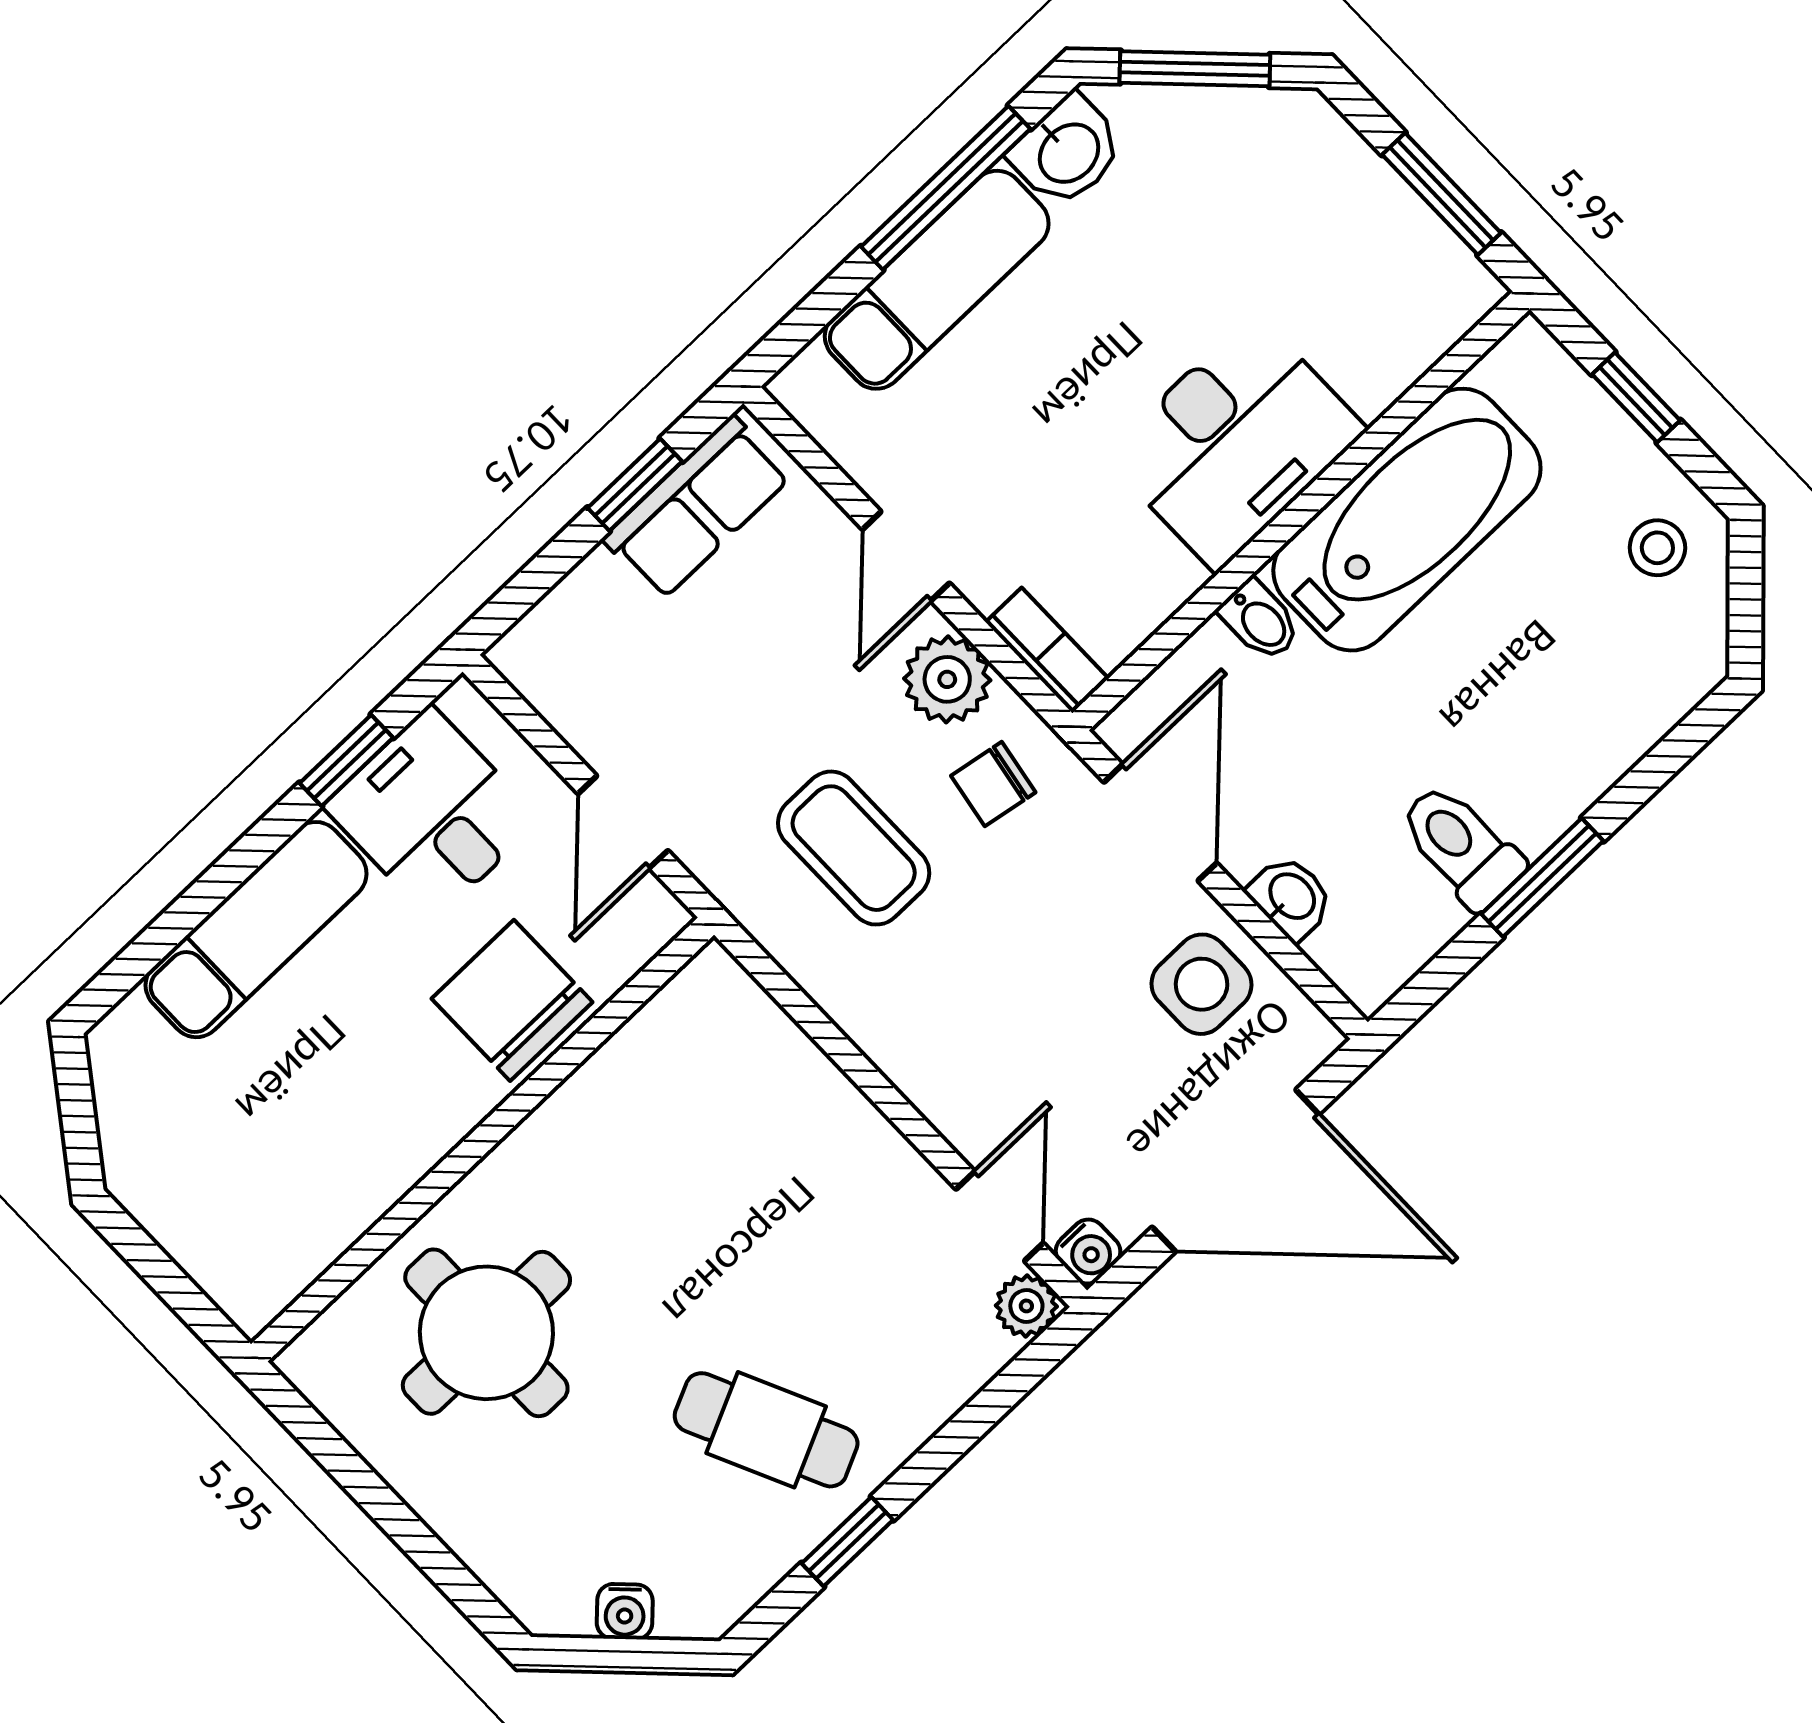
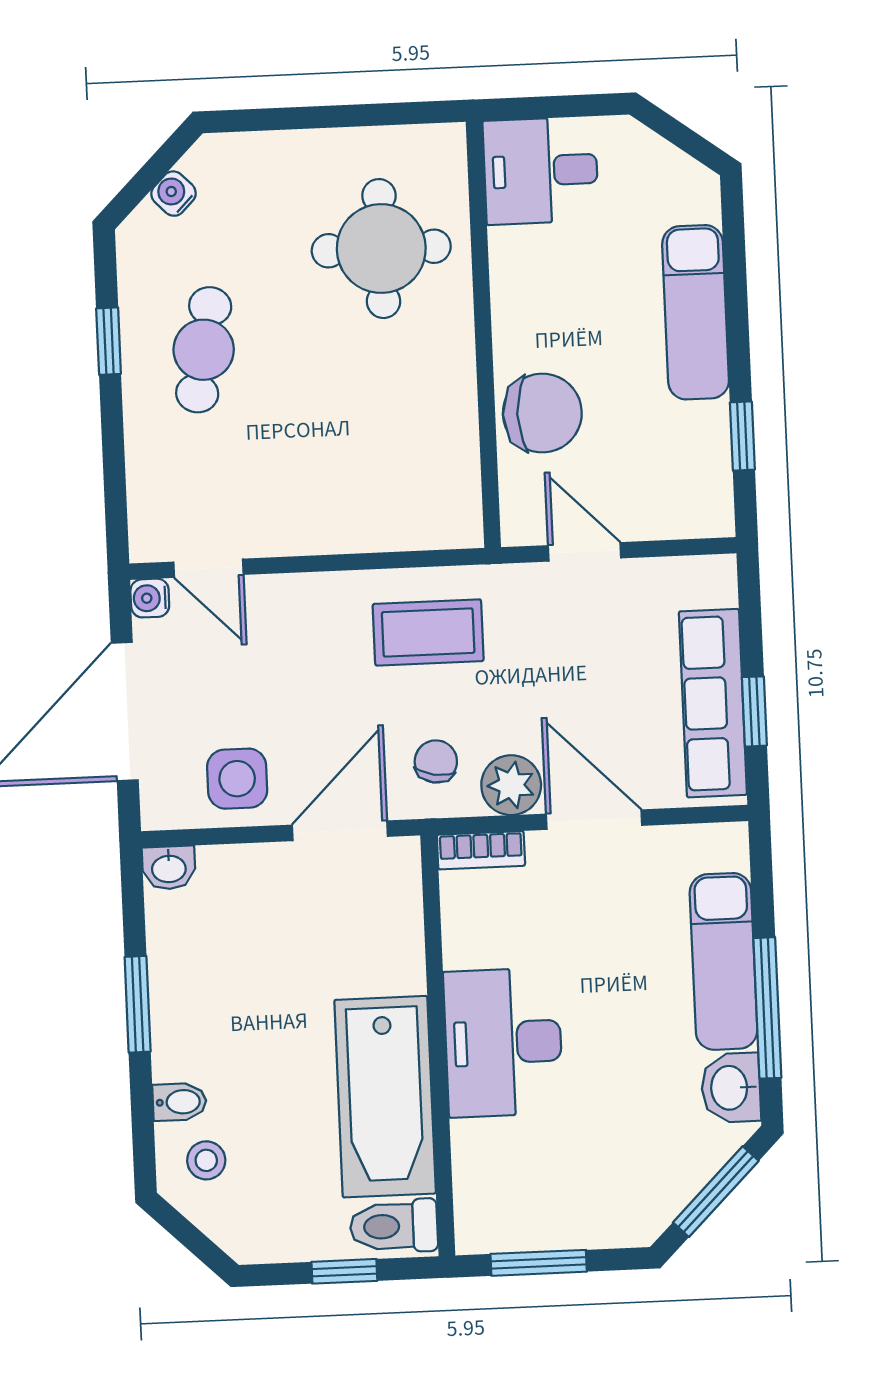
row of seats: (697, 508) -> (713, 703), width x1.48
stool: (1657, 548) -> (206, 1160), moved
door: (906, 556) -> (594, 820), width x1.38
bidet: (1260, 620) -> (179, 1102), moved, turned 180
desk: (432, 813) -> (541, 171), moved, turned 180
door: (1160, 823) -> (340, 831), swing flipped
toilet: (1461, 846) -> (394, 1226), moved, turned 180
coffee table: (854, 848) -> (428, 632), moved
washbasin: (1291, 897) -> (169, 868), moved
plant: (1026, 1306) -> (150, 541), removed
cafe table: (766, 1430) -> (204, 350), turned -54

